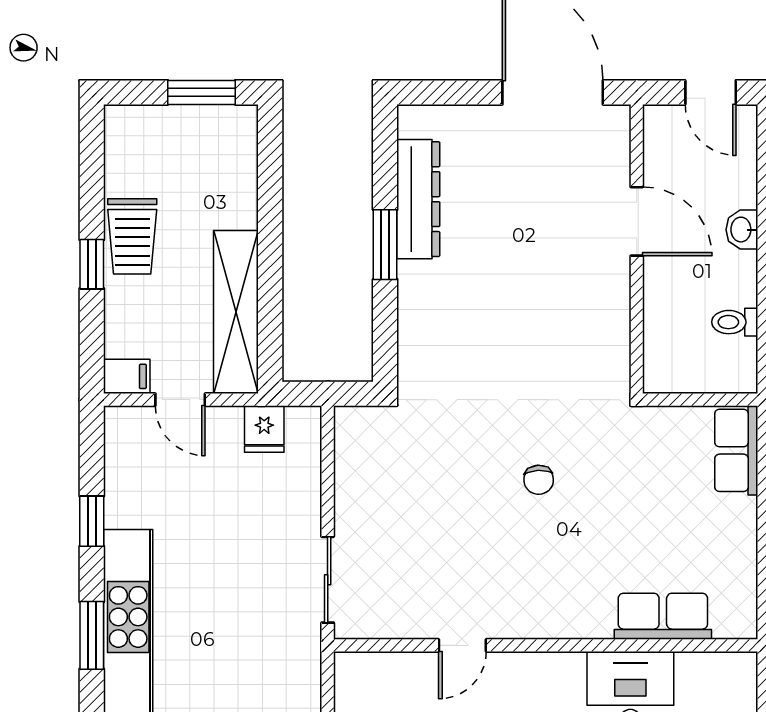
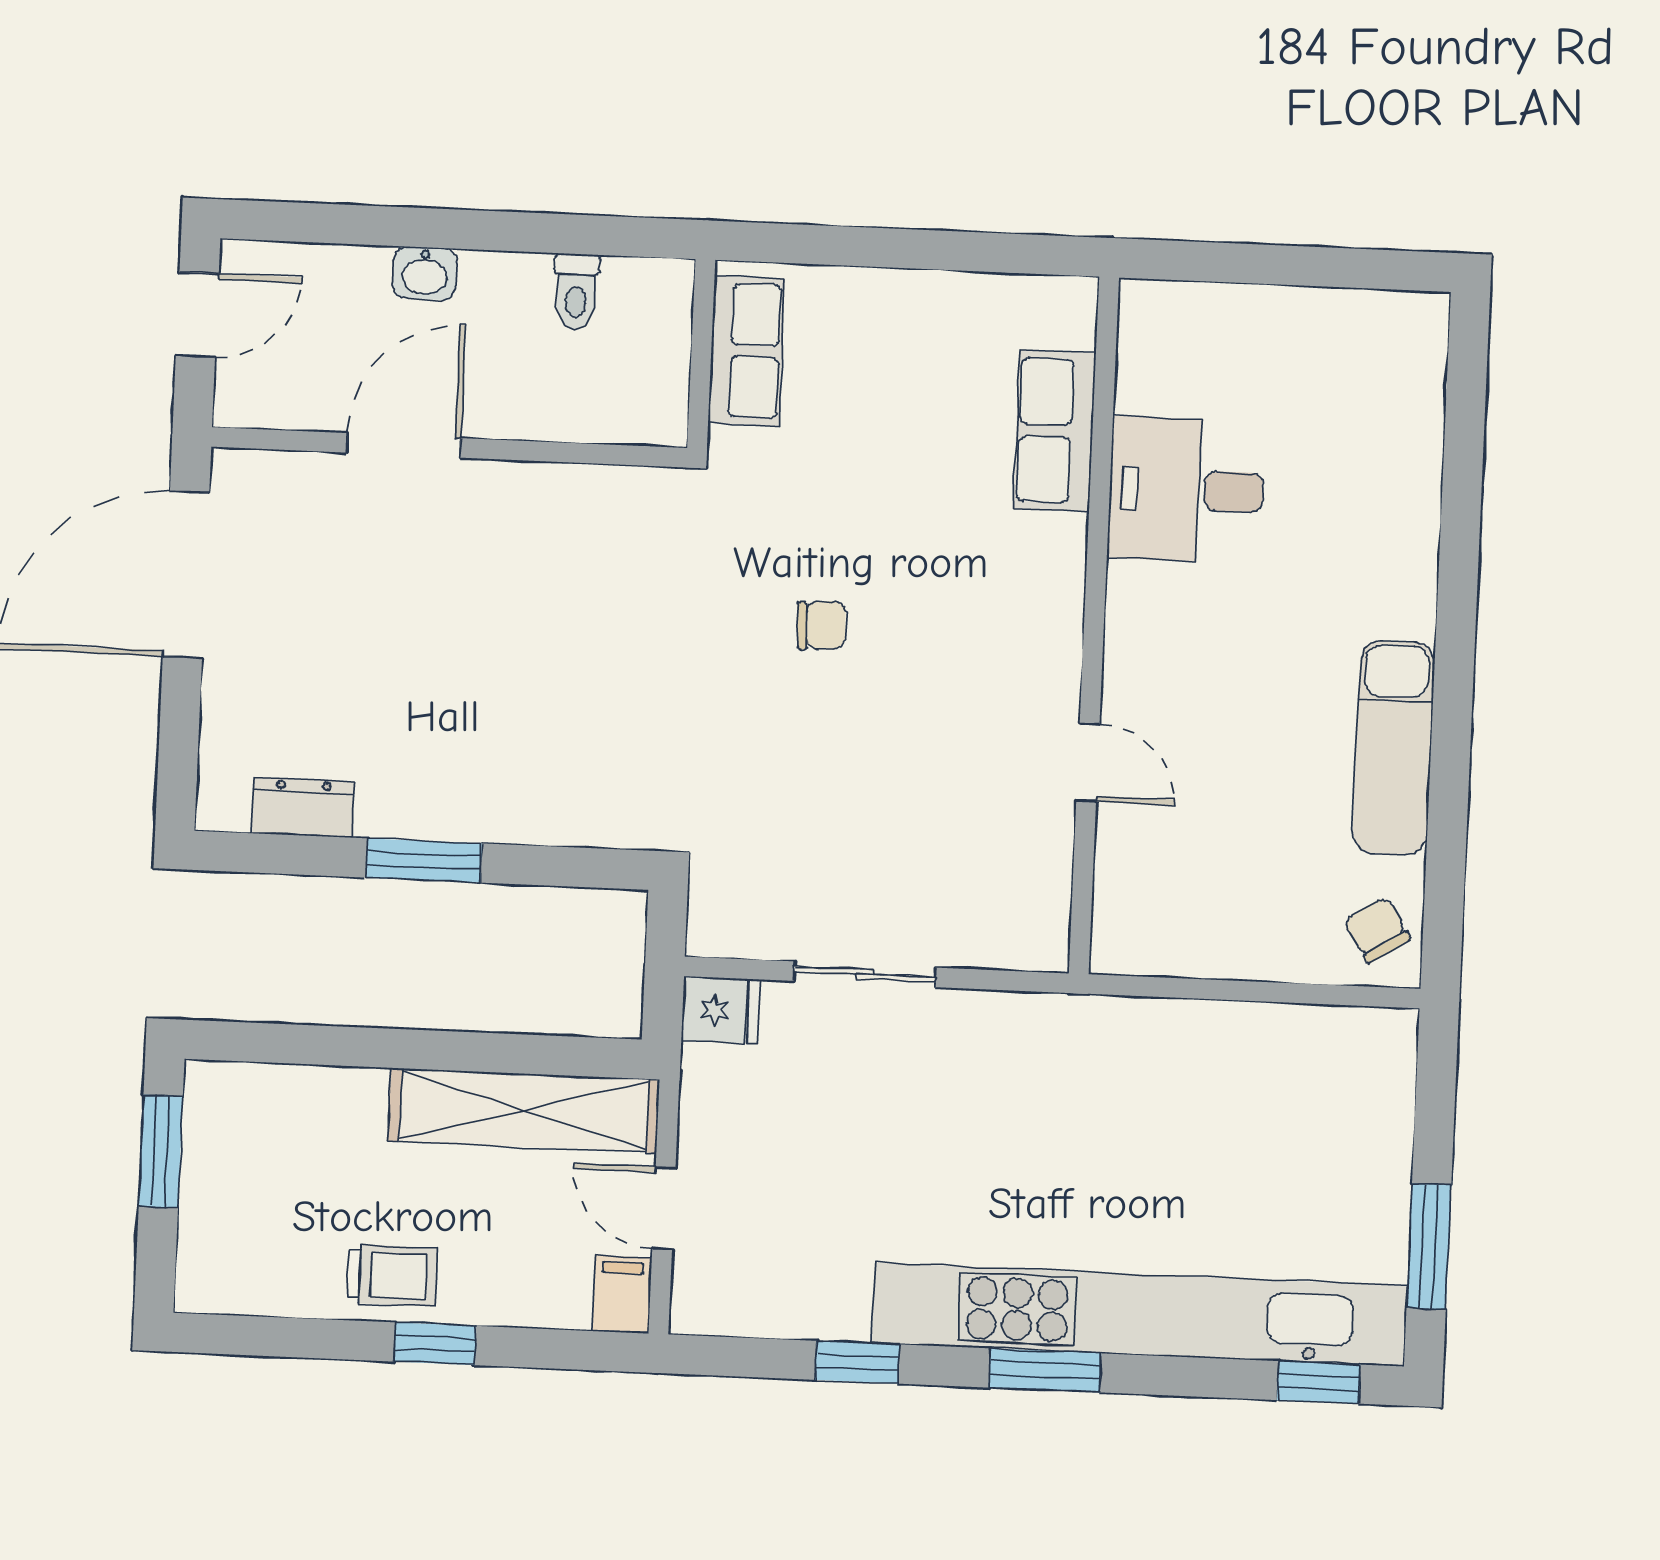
dresser: (418, 199) -> (303, 807), width x0.51, depth x0.80
trolley: (132, 236) -> (392, 1275), width x0.73, depth x0.72
door: (180, 400) -> (664, 1208), swing flipped
fridge: (264, 429) -> (721, 1010), moved
row of seats: (736, 450) -> (746, 351), moved, turned -90
sliding door: (328, 580) -> (865, 974), moved

